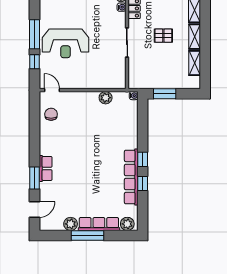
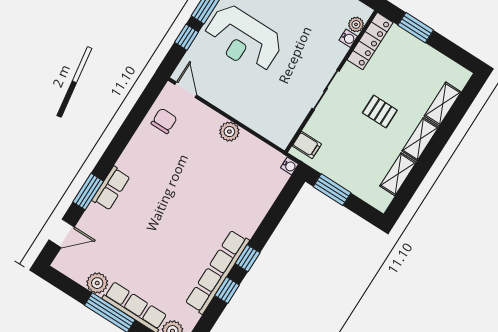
filing cabinet: (136, 78) -> (307, 145), added
plant: (106, 98) -> (229, 132), moved

